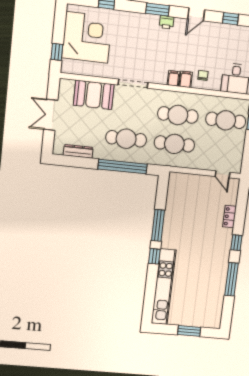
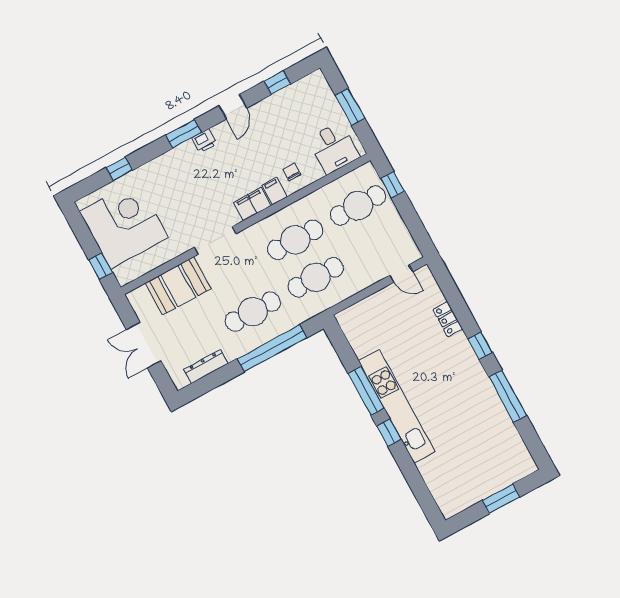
filing cabinet: (173, 78) -> (252, 204), width x2.00
kitchen unit: (164, 287) -> (397, 406), moved

